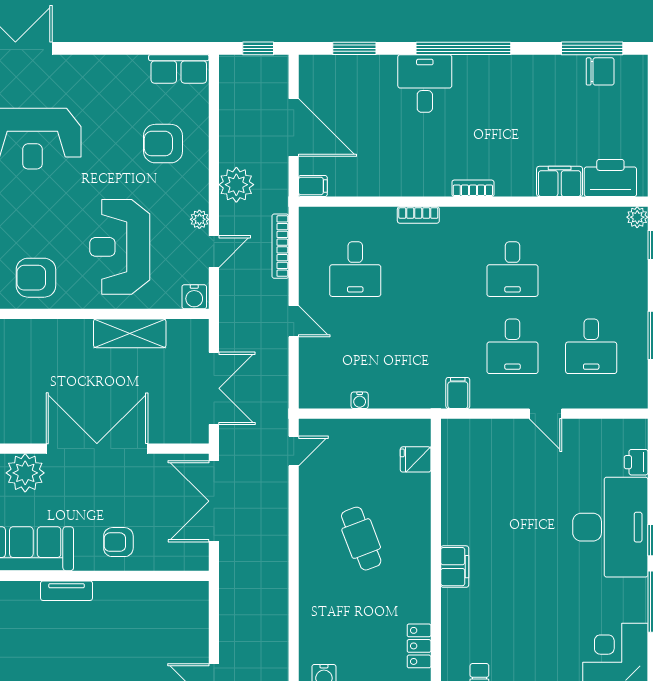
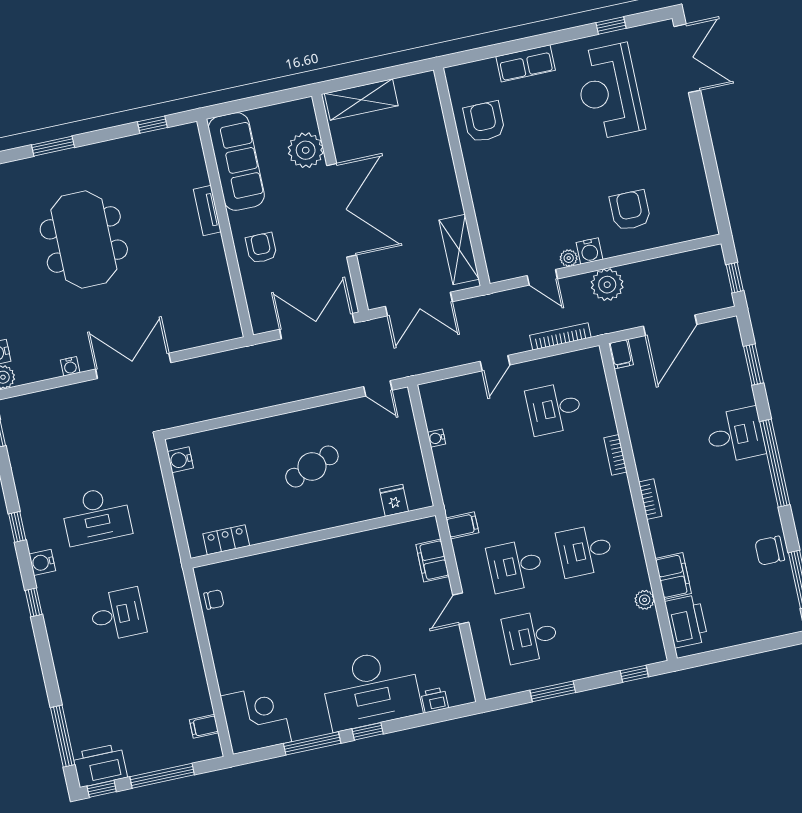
row of seats: (179, 69) -> (701, 210), removed
chair: (600, 71) -> (770, 551), moved, turned 90
plant: (637, 217) -> (645, 600), moved
reception desk: (120, 247) -> (528, 191), removed
water cooler: (194, 297) -> (589, 251), moved, turned -90
shelving: (130, 333) -> (459, 250), moved
filing cabinet: (455, 567) -> (432, 561), moved, turned 90

